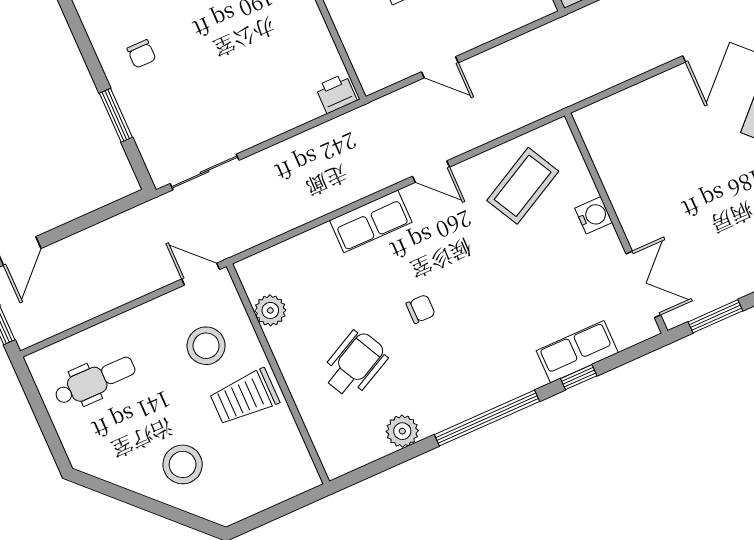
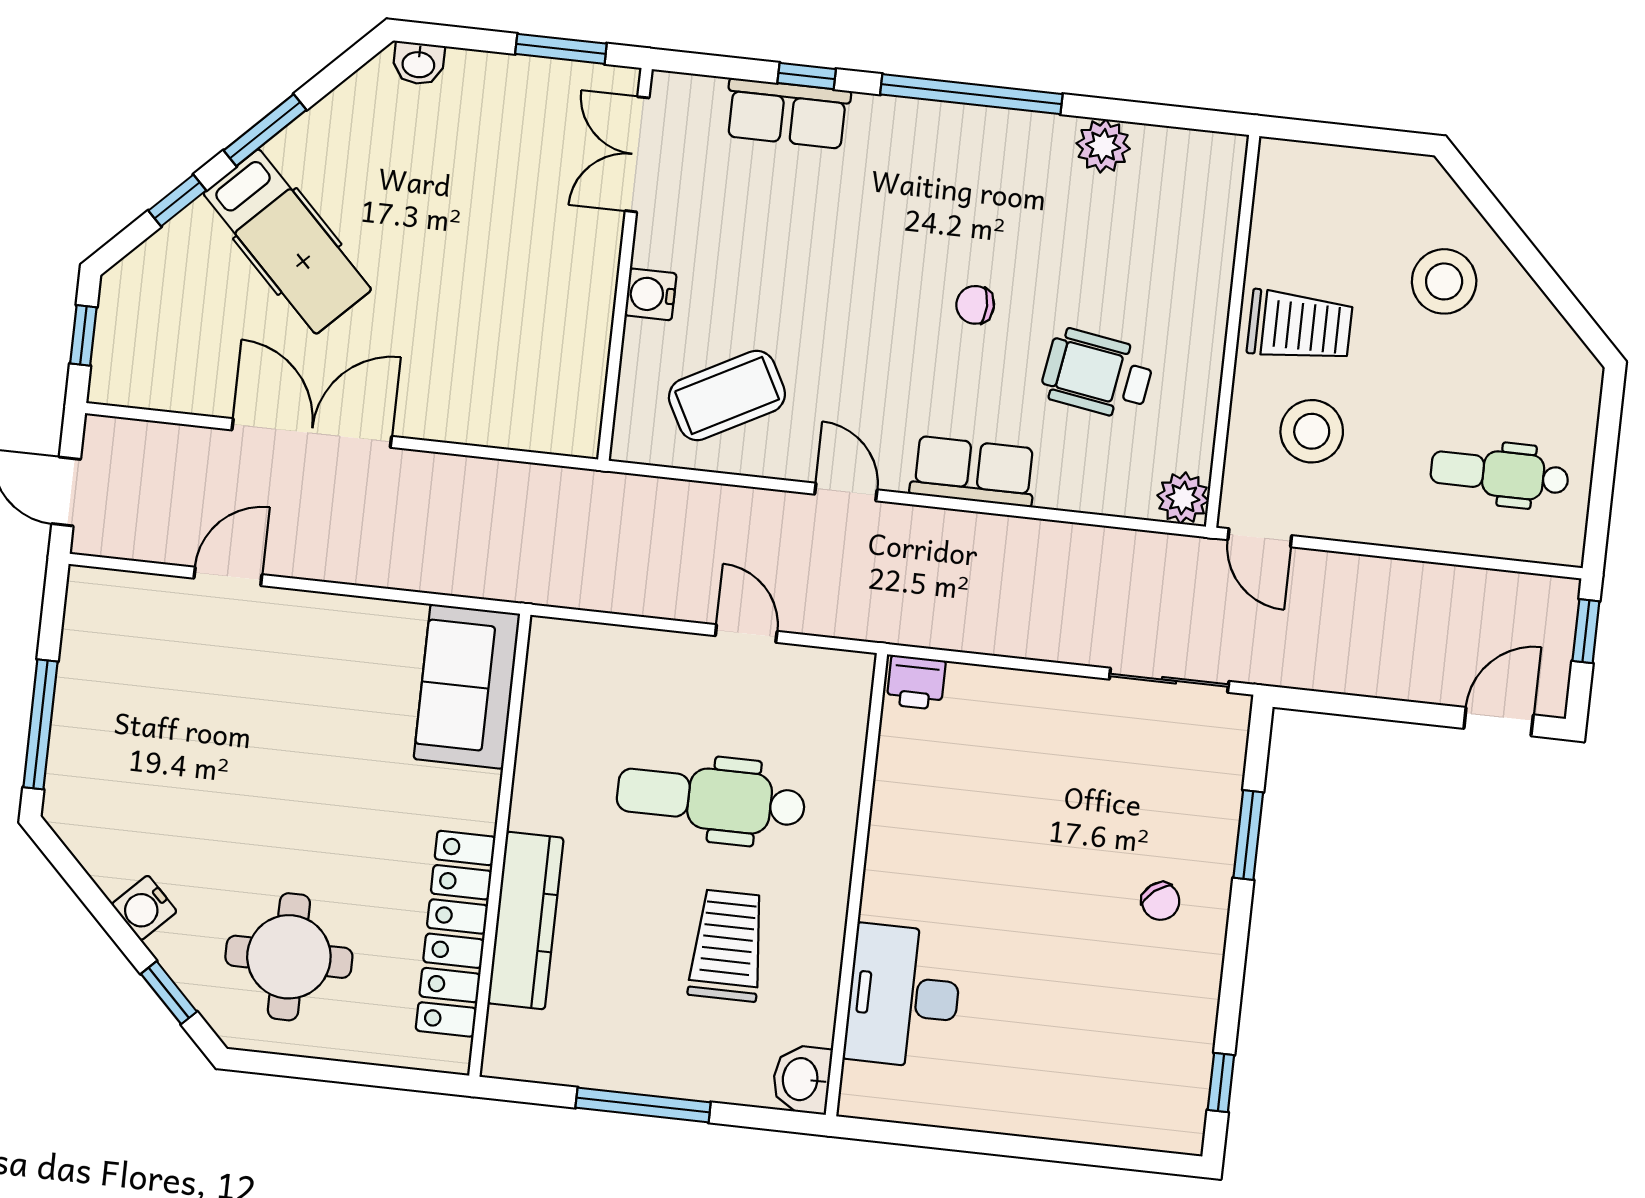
chair: (141, 54) -> (1161, 901), turned 141
plant: (270, 310) -> (1183, 498), moved
wheelchair: (355, 364) -> (1097, 374), moved, turned 36

